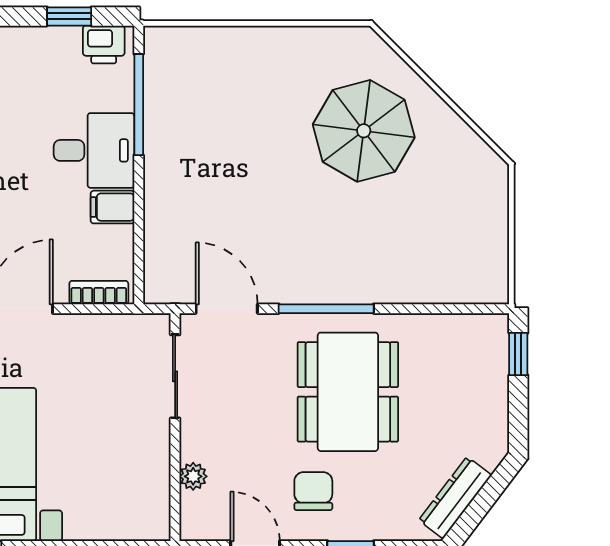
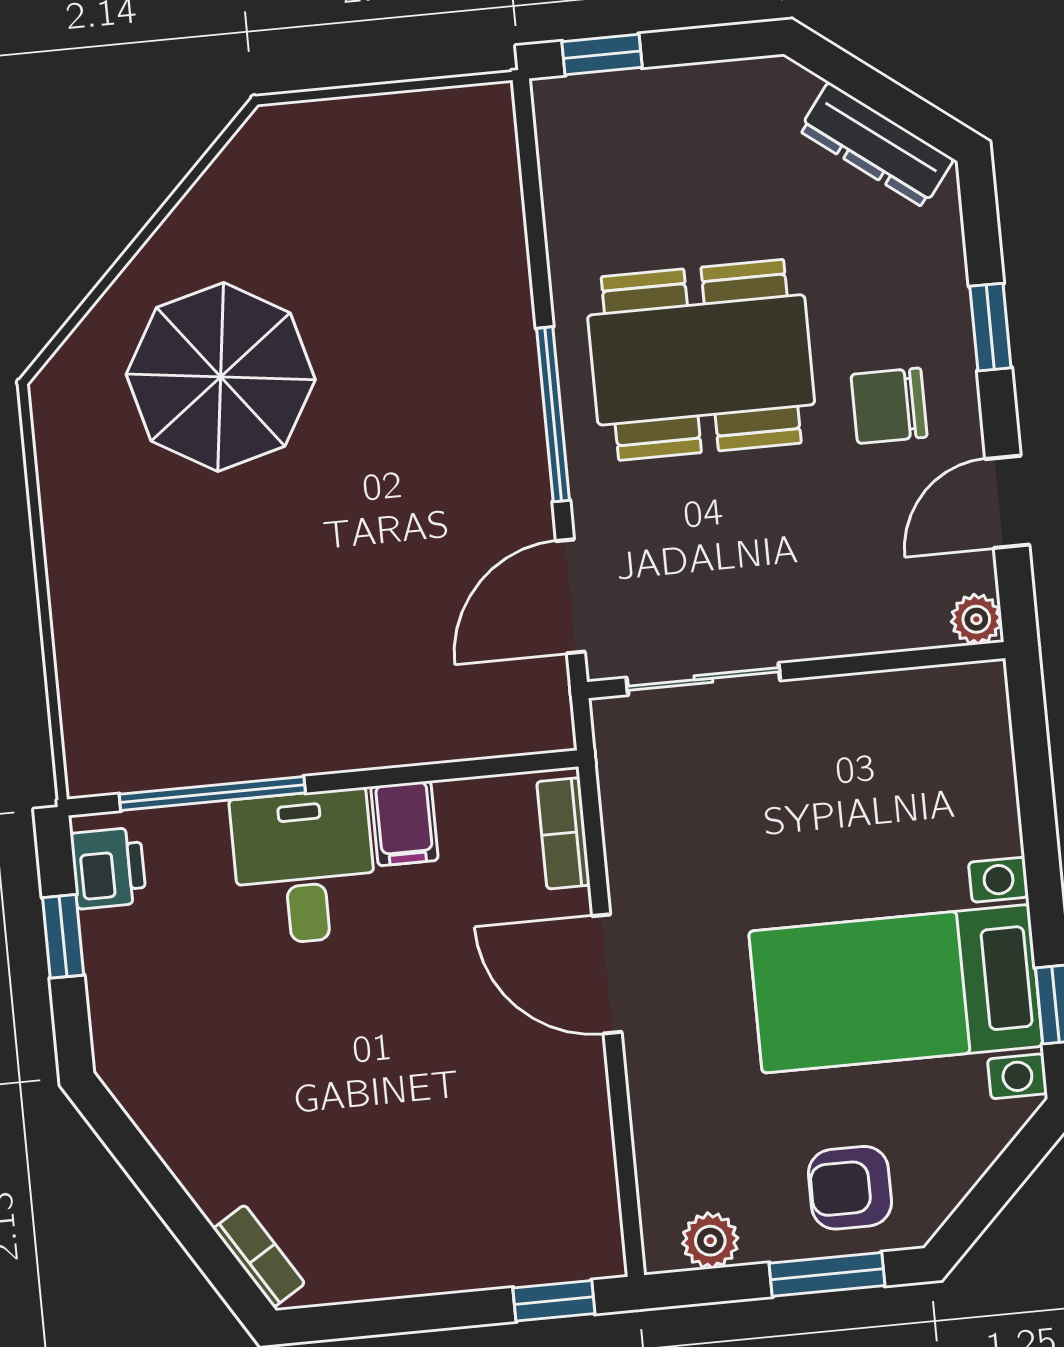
plant: (193, 476) -> (976, 619), moved

